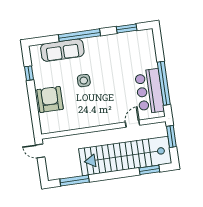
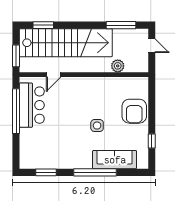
plant: (72, 141) -> (118, 66), added
door: (40, 151) -> (152, 46), moved

